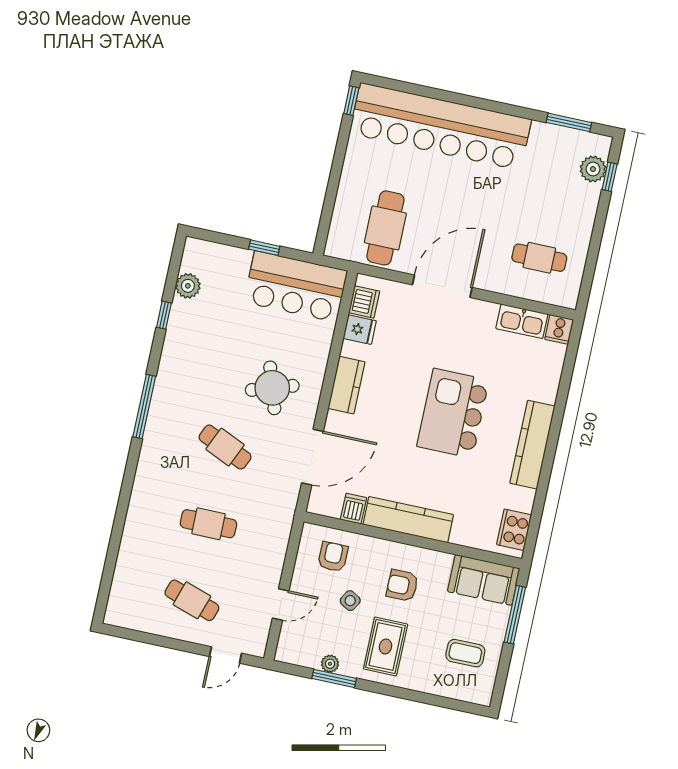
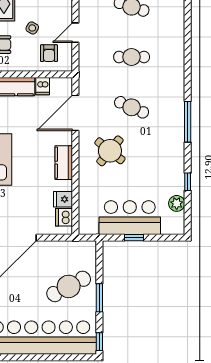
window: (337, 168) -> (99, 298), added
cafe table: (385, 228) -> (69, 286), moved, turned 62
bar counter: (296, 286) -> (130, 218), moved
round table: (272, 388) -> (110, 151), turned -33
door: (281, 605) -> (75, 33), moved

